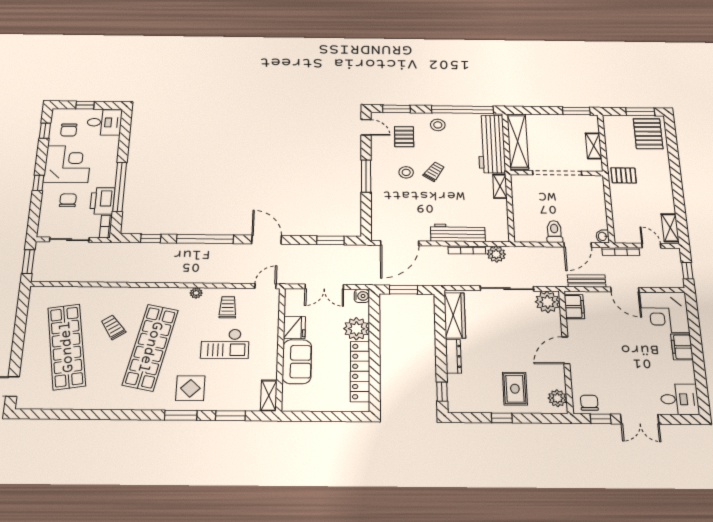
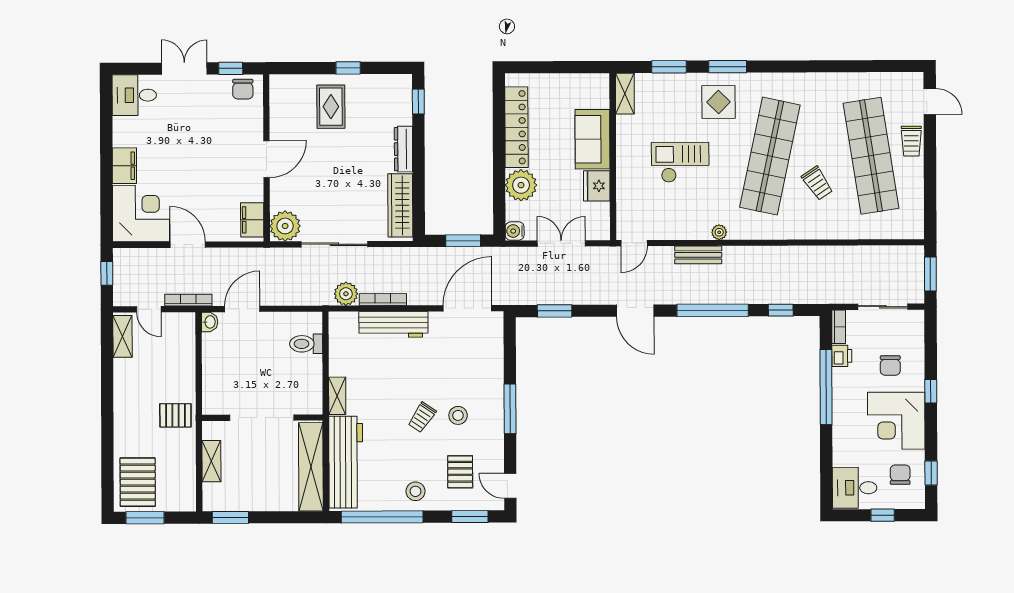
printer: (102, 201) -> (842, 356), width x0.53, depth x0.68
toilet: (554, 232) -> (306, 344), moved, turned 90
bench: (587, 281) -> (698, 255), moved
trolley: (228, 307) -> (911, 141), moved
plant: (557, 398) -> (281, 95), removed

